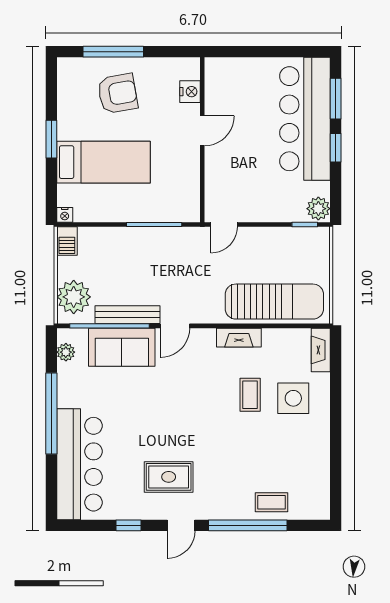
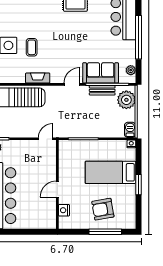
bench: (128, 315) -> (102, 90), width x0.73

